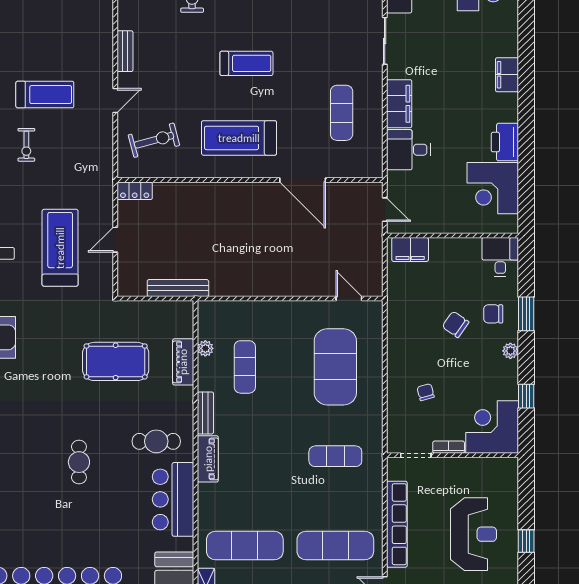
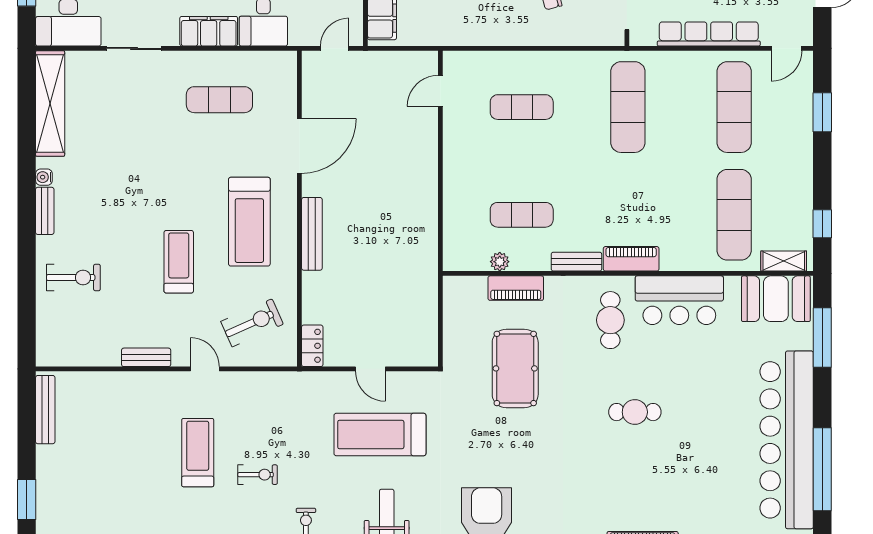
treadmill: (246, 63) -> (179, 262), moved
exercise bike: (154, 140) -> (252, 323), turned 81
bench: (178, 288) -> (312, 234), moved
exercise mat: (335, 367) -> (522, 107), width x0.50, depth x0.69
exercise mat: (335, 456) -> (628, 107), width x1.36, depth x1.45

